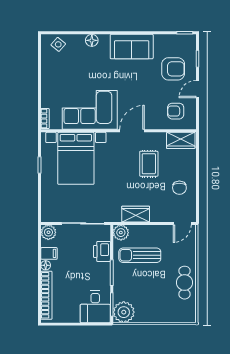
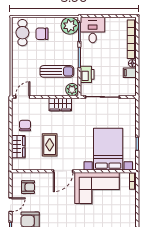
wardrobe: (181, 140) -> (18, 147), moved, turned 90
plant: (48, 232) -> (130, 90), removed
cafe table: (185, 283) -> (22, 33), moved
chair: (158, 302) -> (42, 34), added

